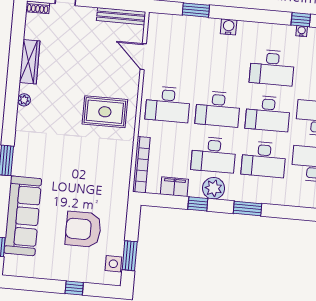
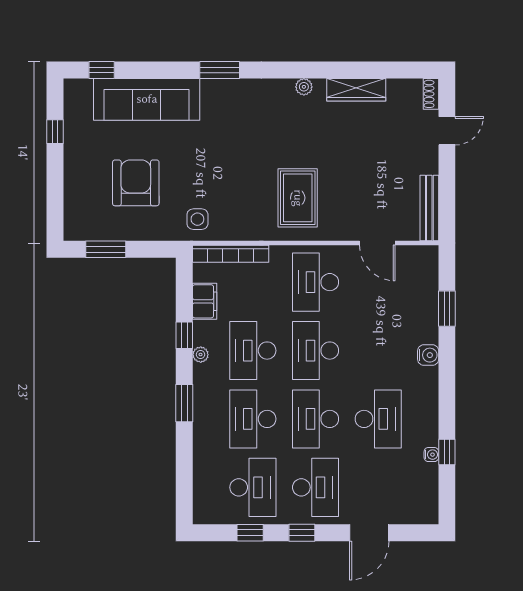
door: (143, 57) -> (377, 243), swing flipped
desk: (272, 68) -> (378, 419), turned 180
plant: (214, 188) -> (201, 355), width x0.53, depth x0.53
side table: (113, 264) -> (197, 219), moved
window: (74, 288) -> (55, 132), moved

